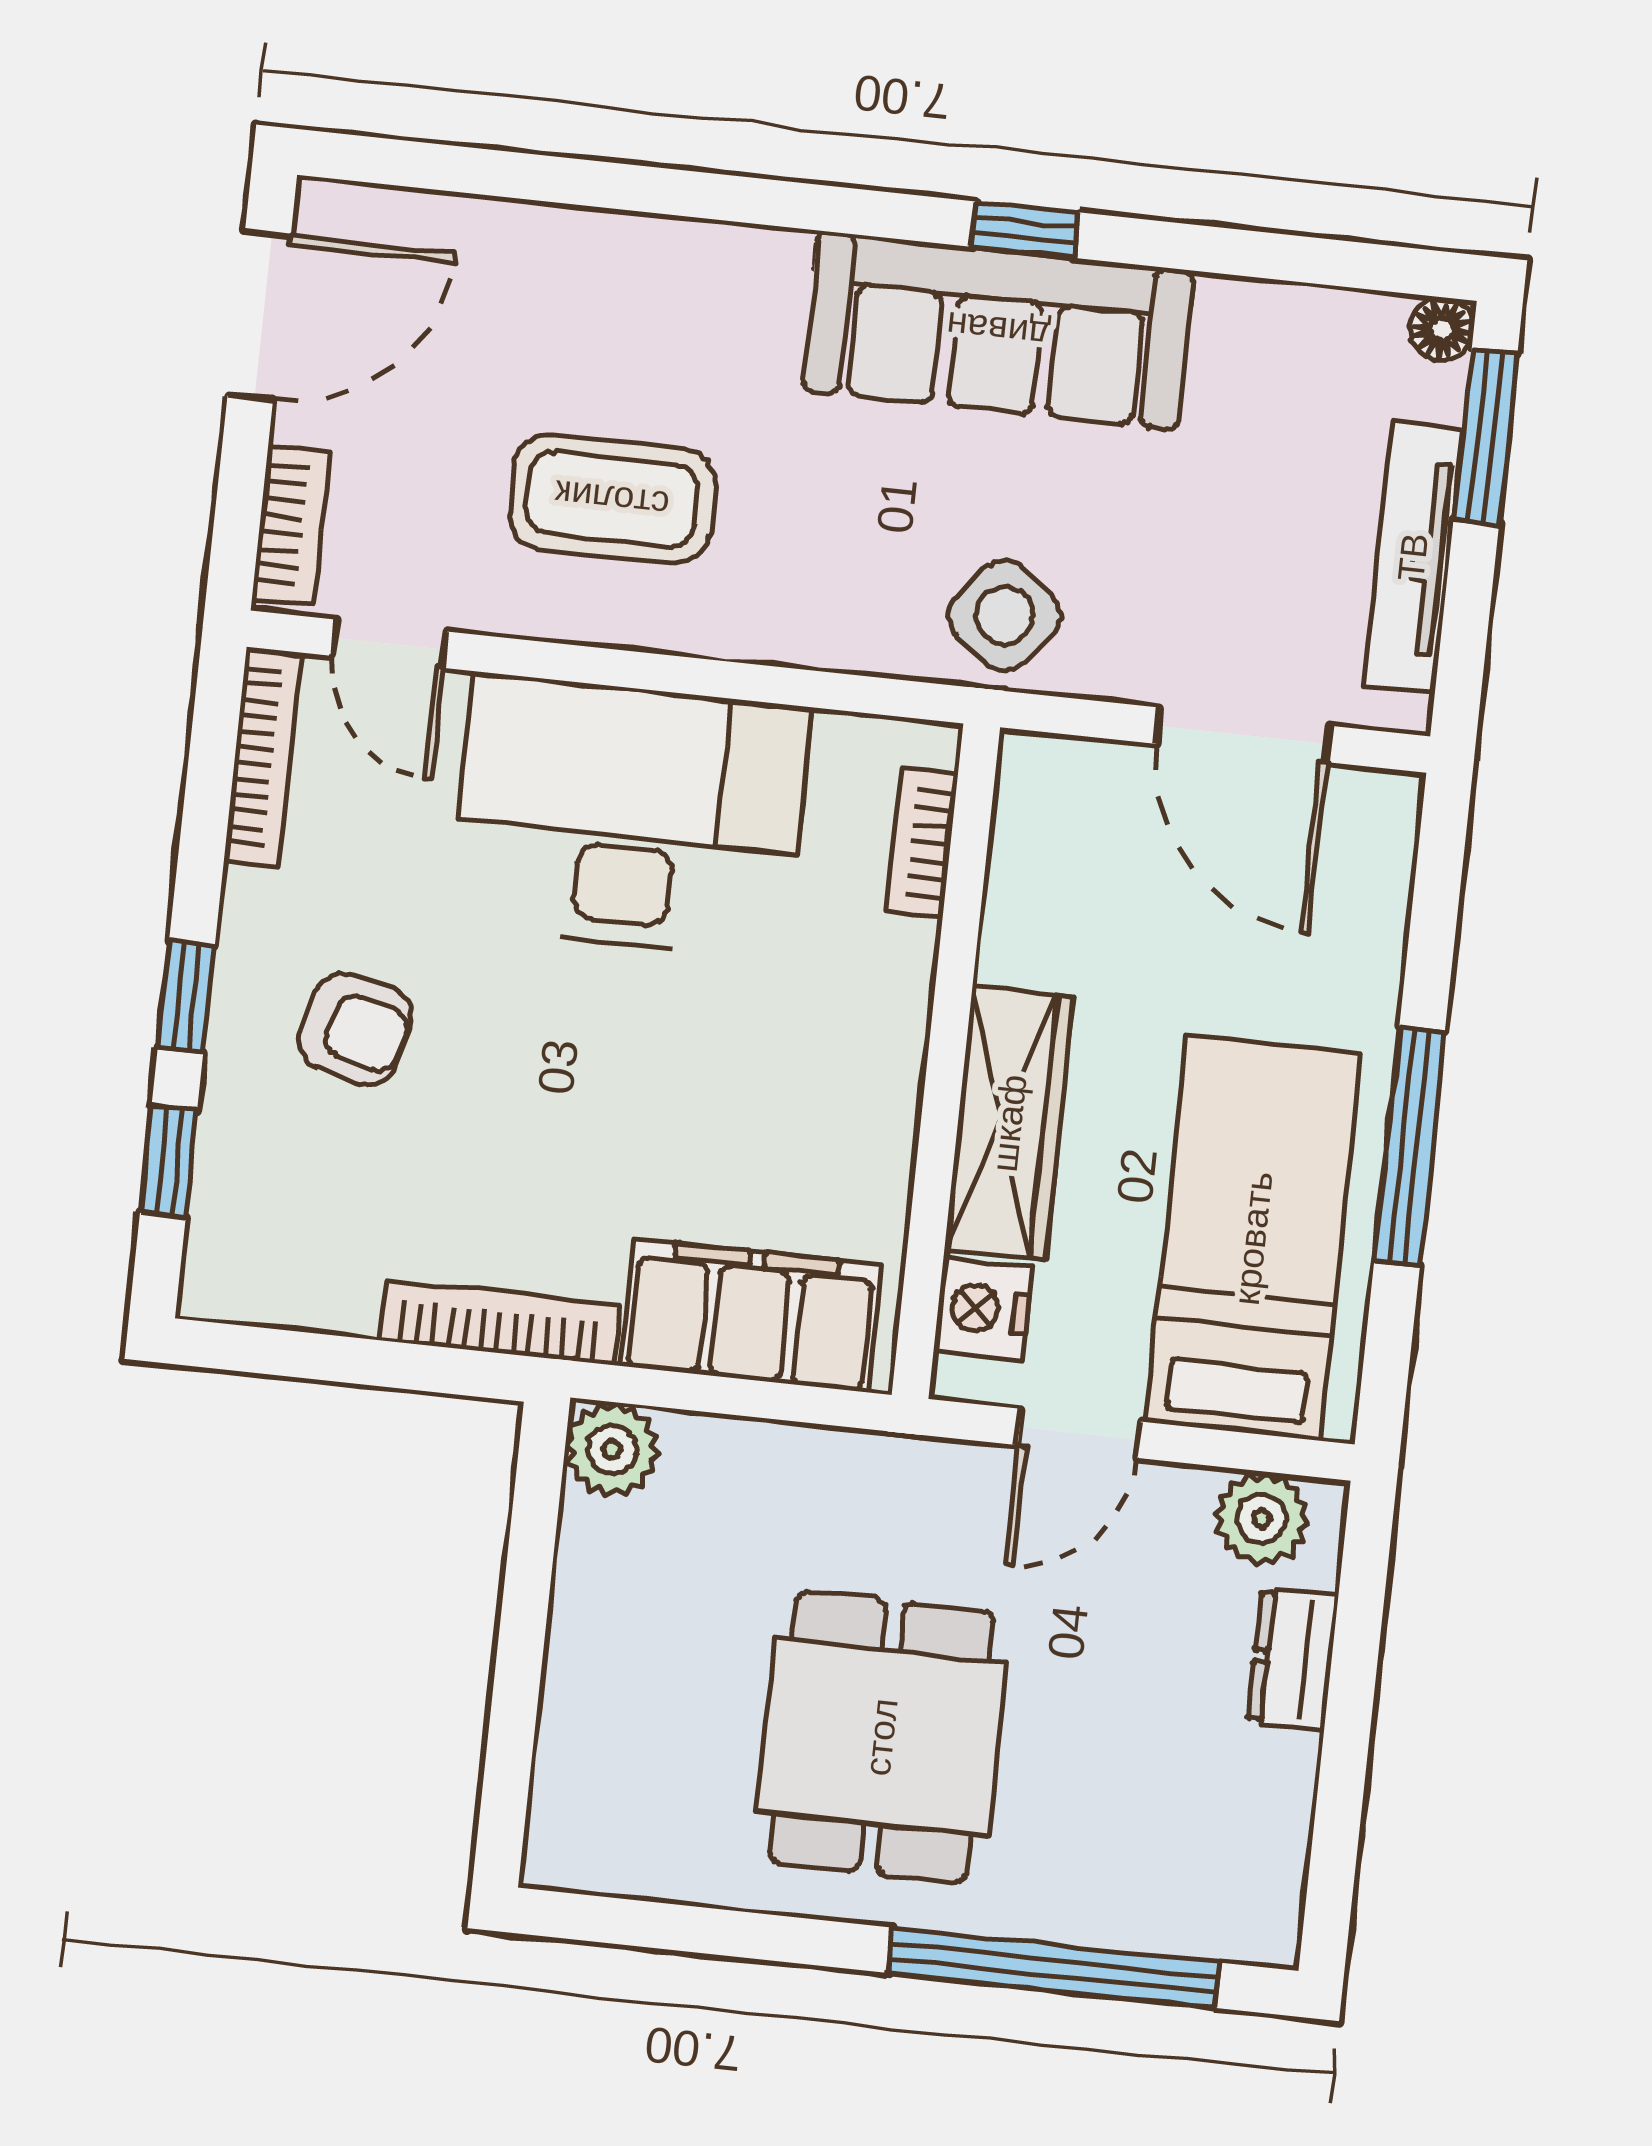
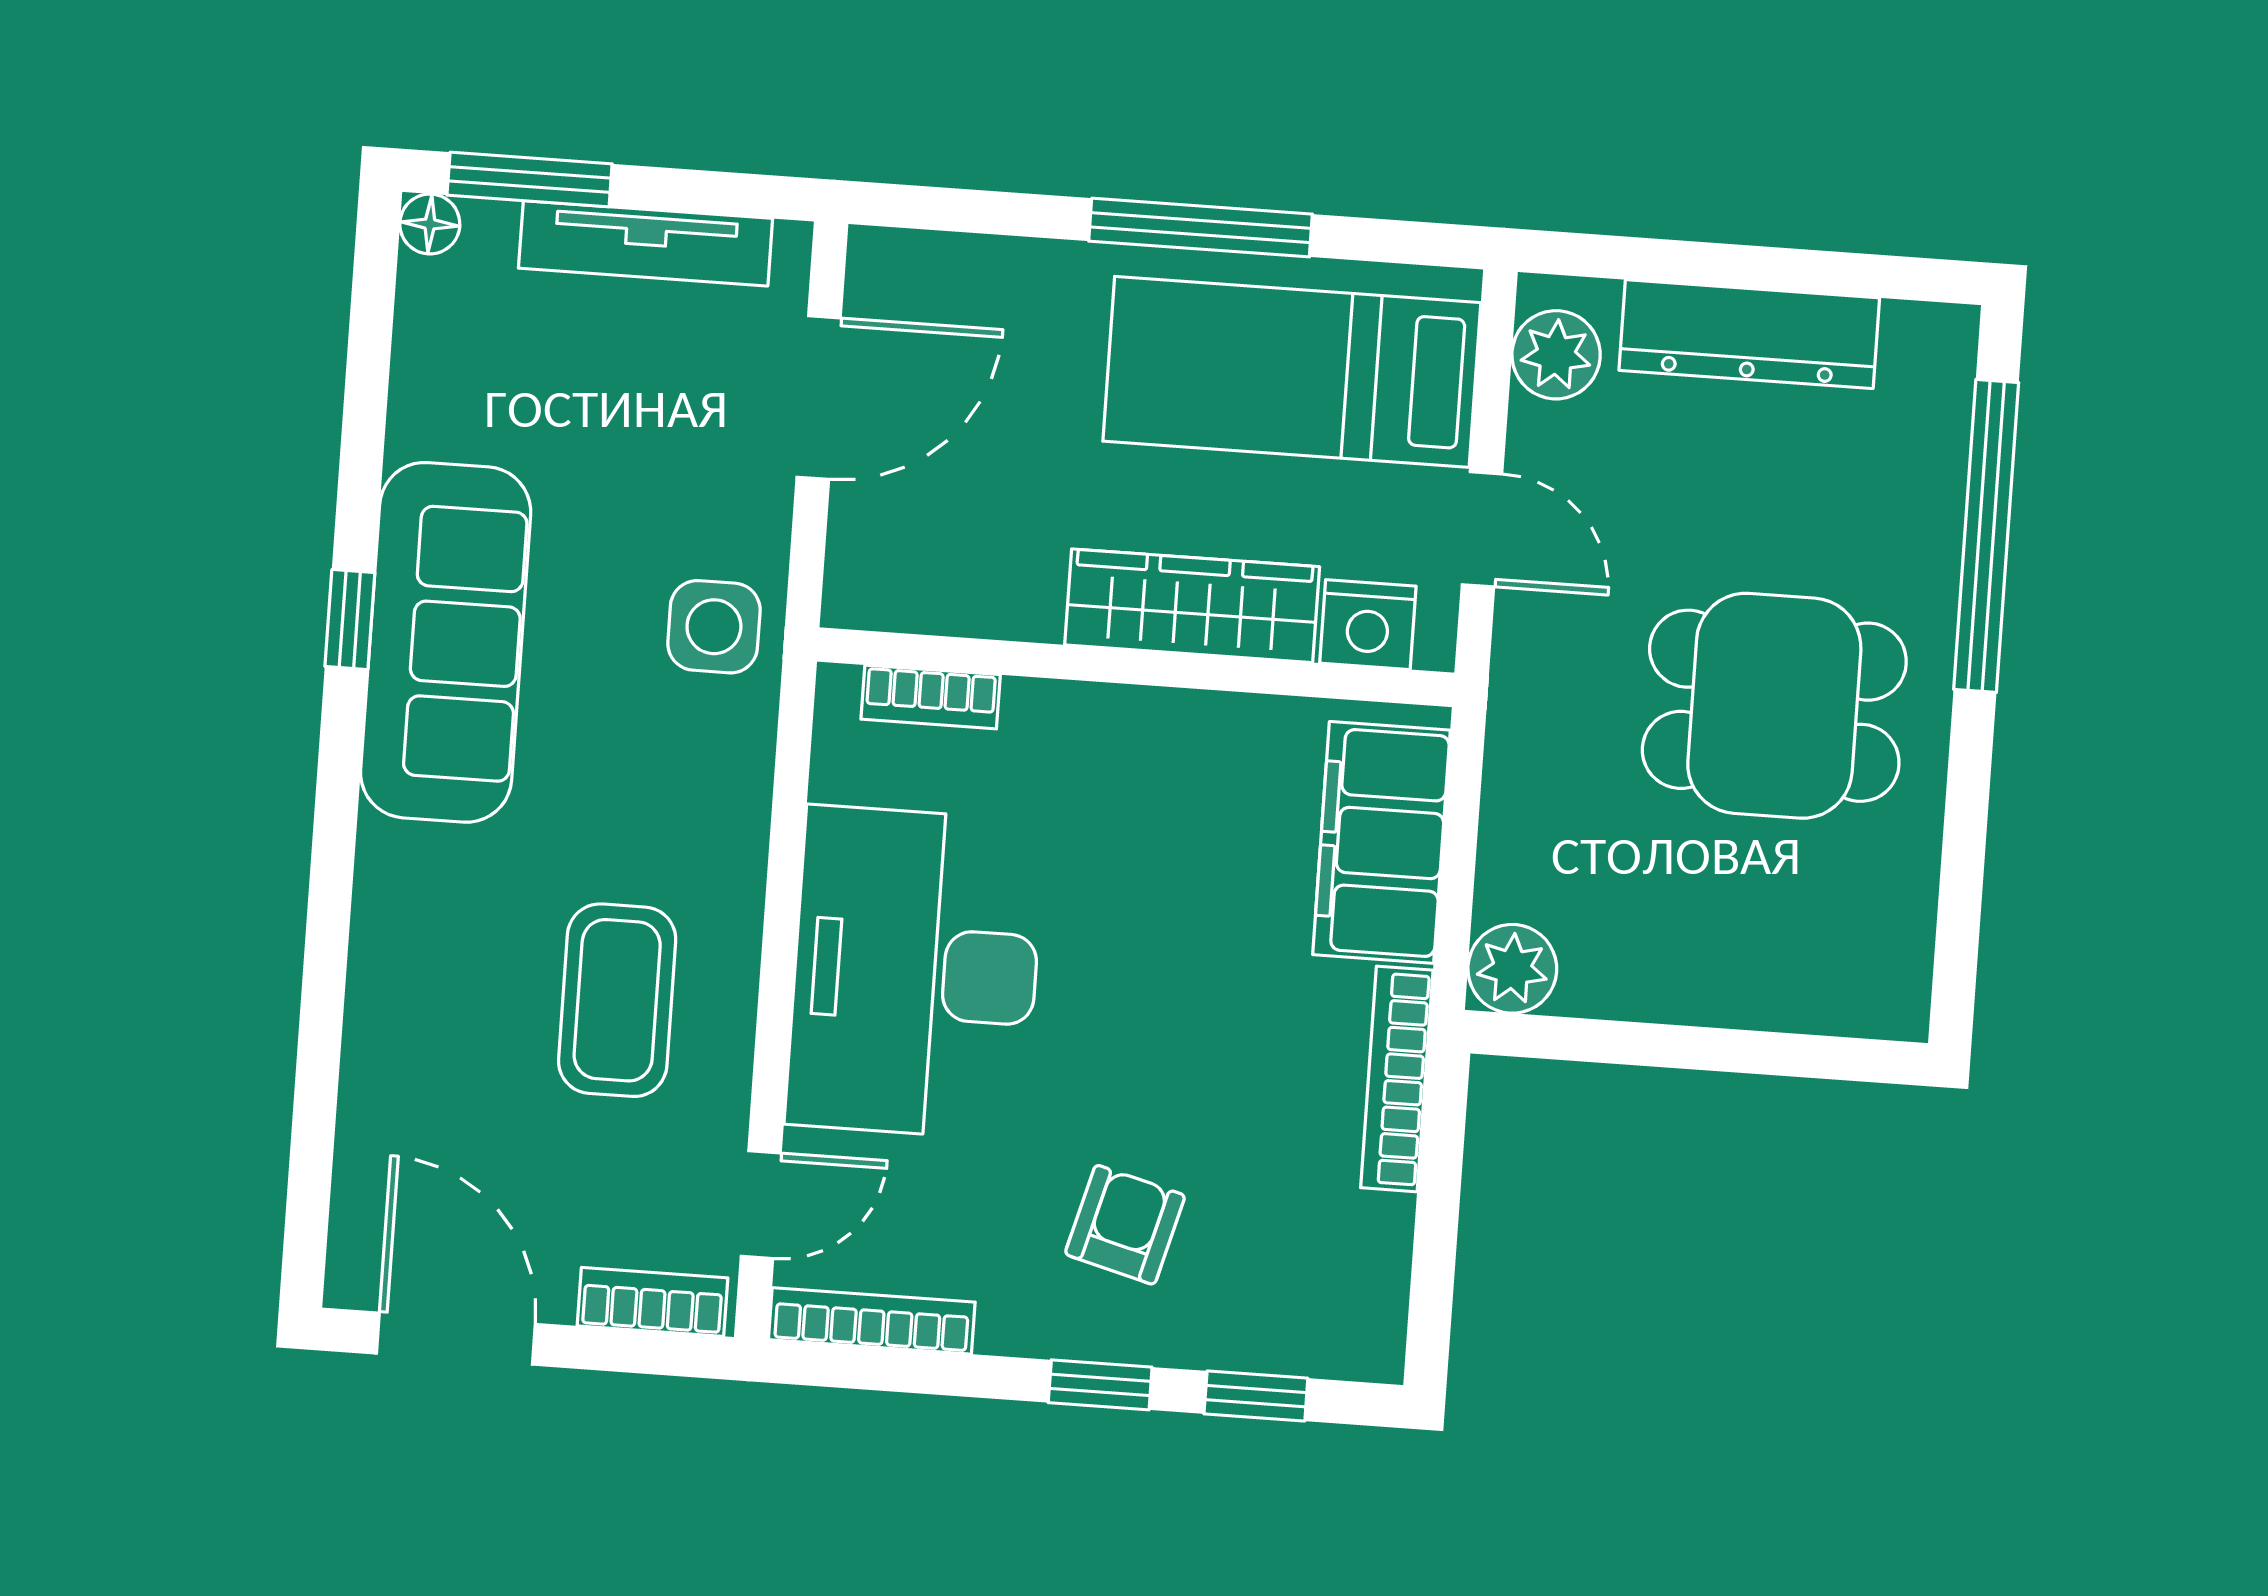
side table: (1004, 615) -> (714, 627), turned -38
dresser: (1293, 1659) -> (1749, 334), width x1.96, depth x1.24

